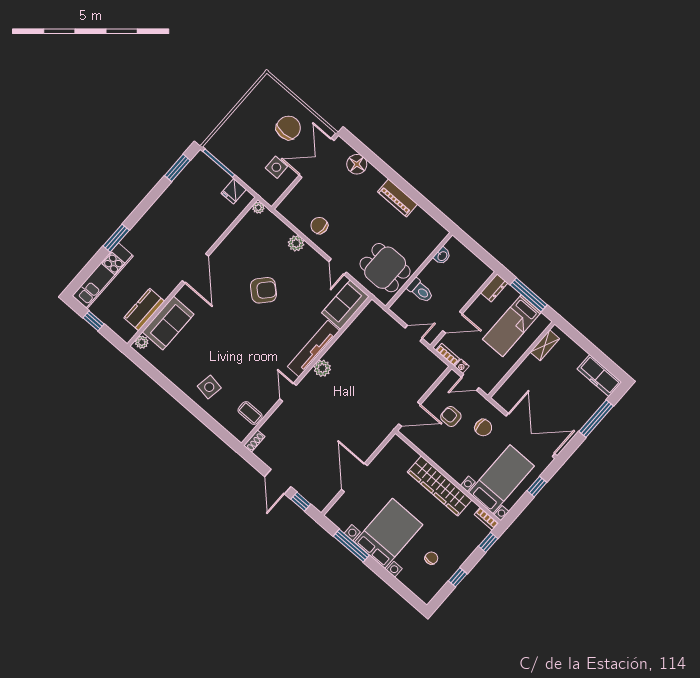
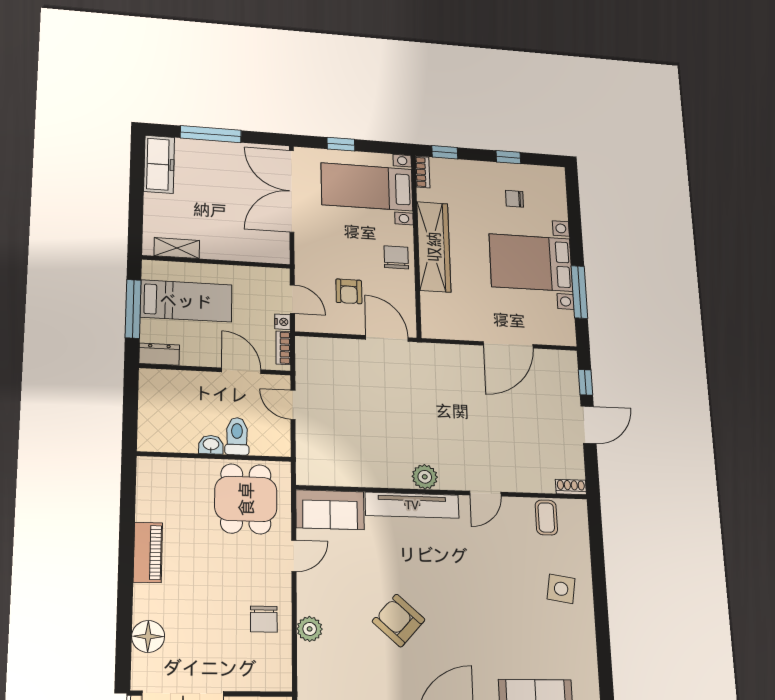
washbasin: (442, 256) -> (211, 445), moved
chair: (483, 428) -> (396, 257), moved

